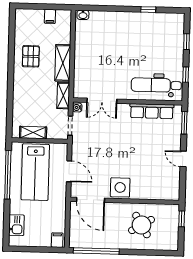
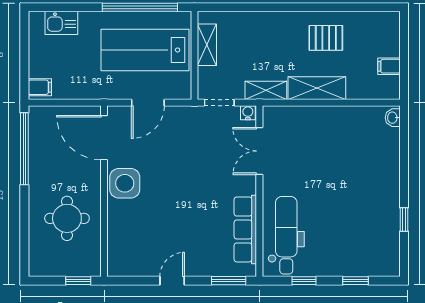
door: (91, 200) -> (104, 138), hinge flipped
round table: (142, 225) -> (67, 218), turned 31

